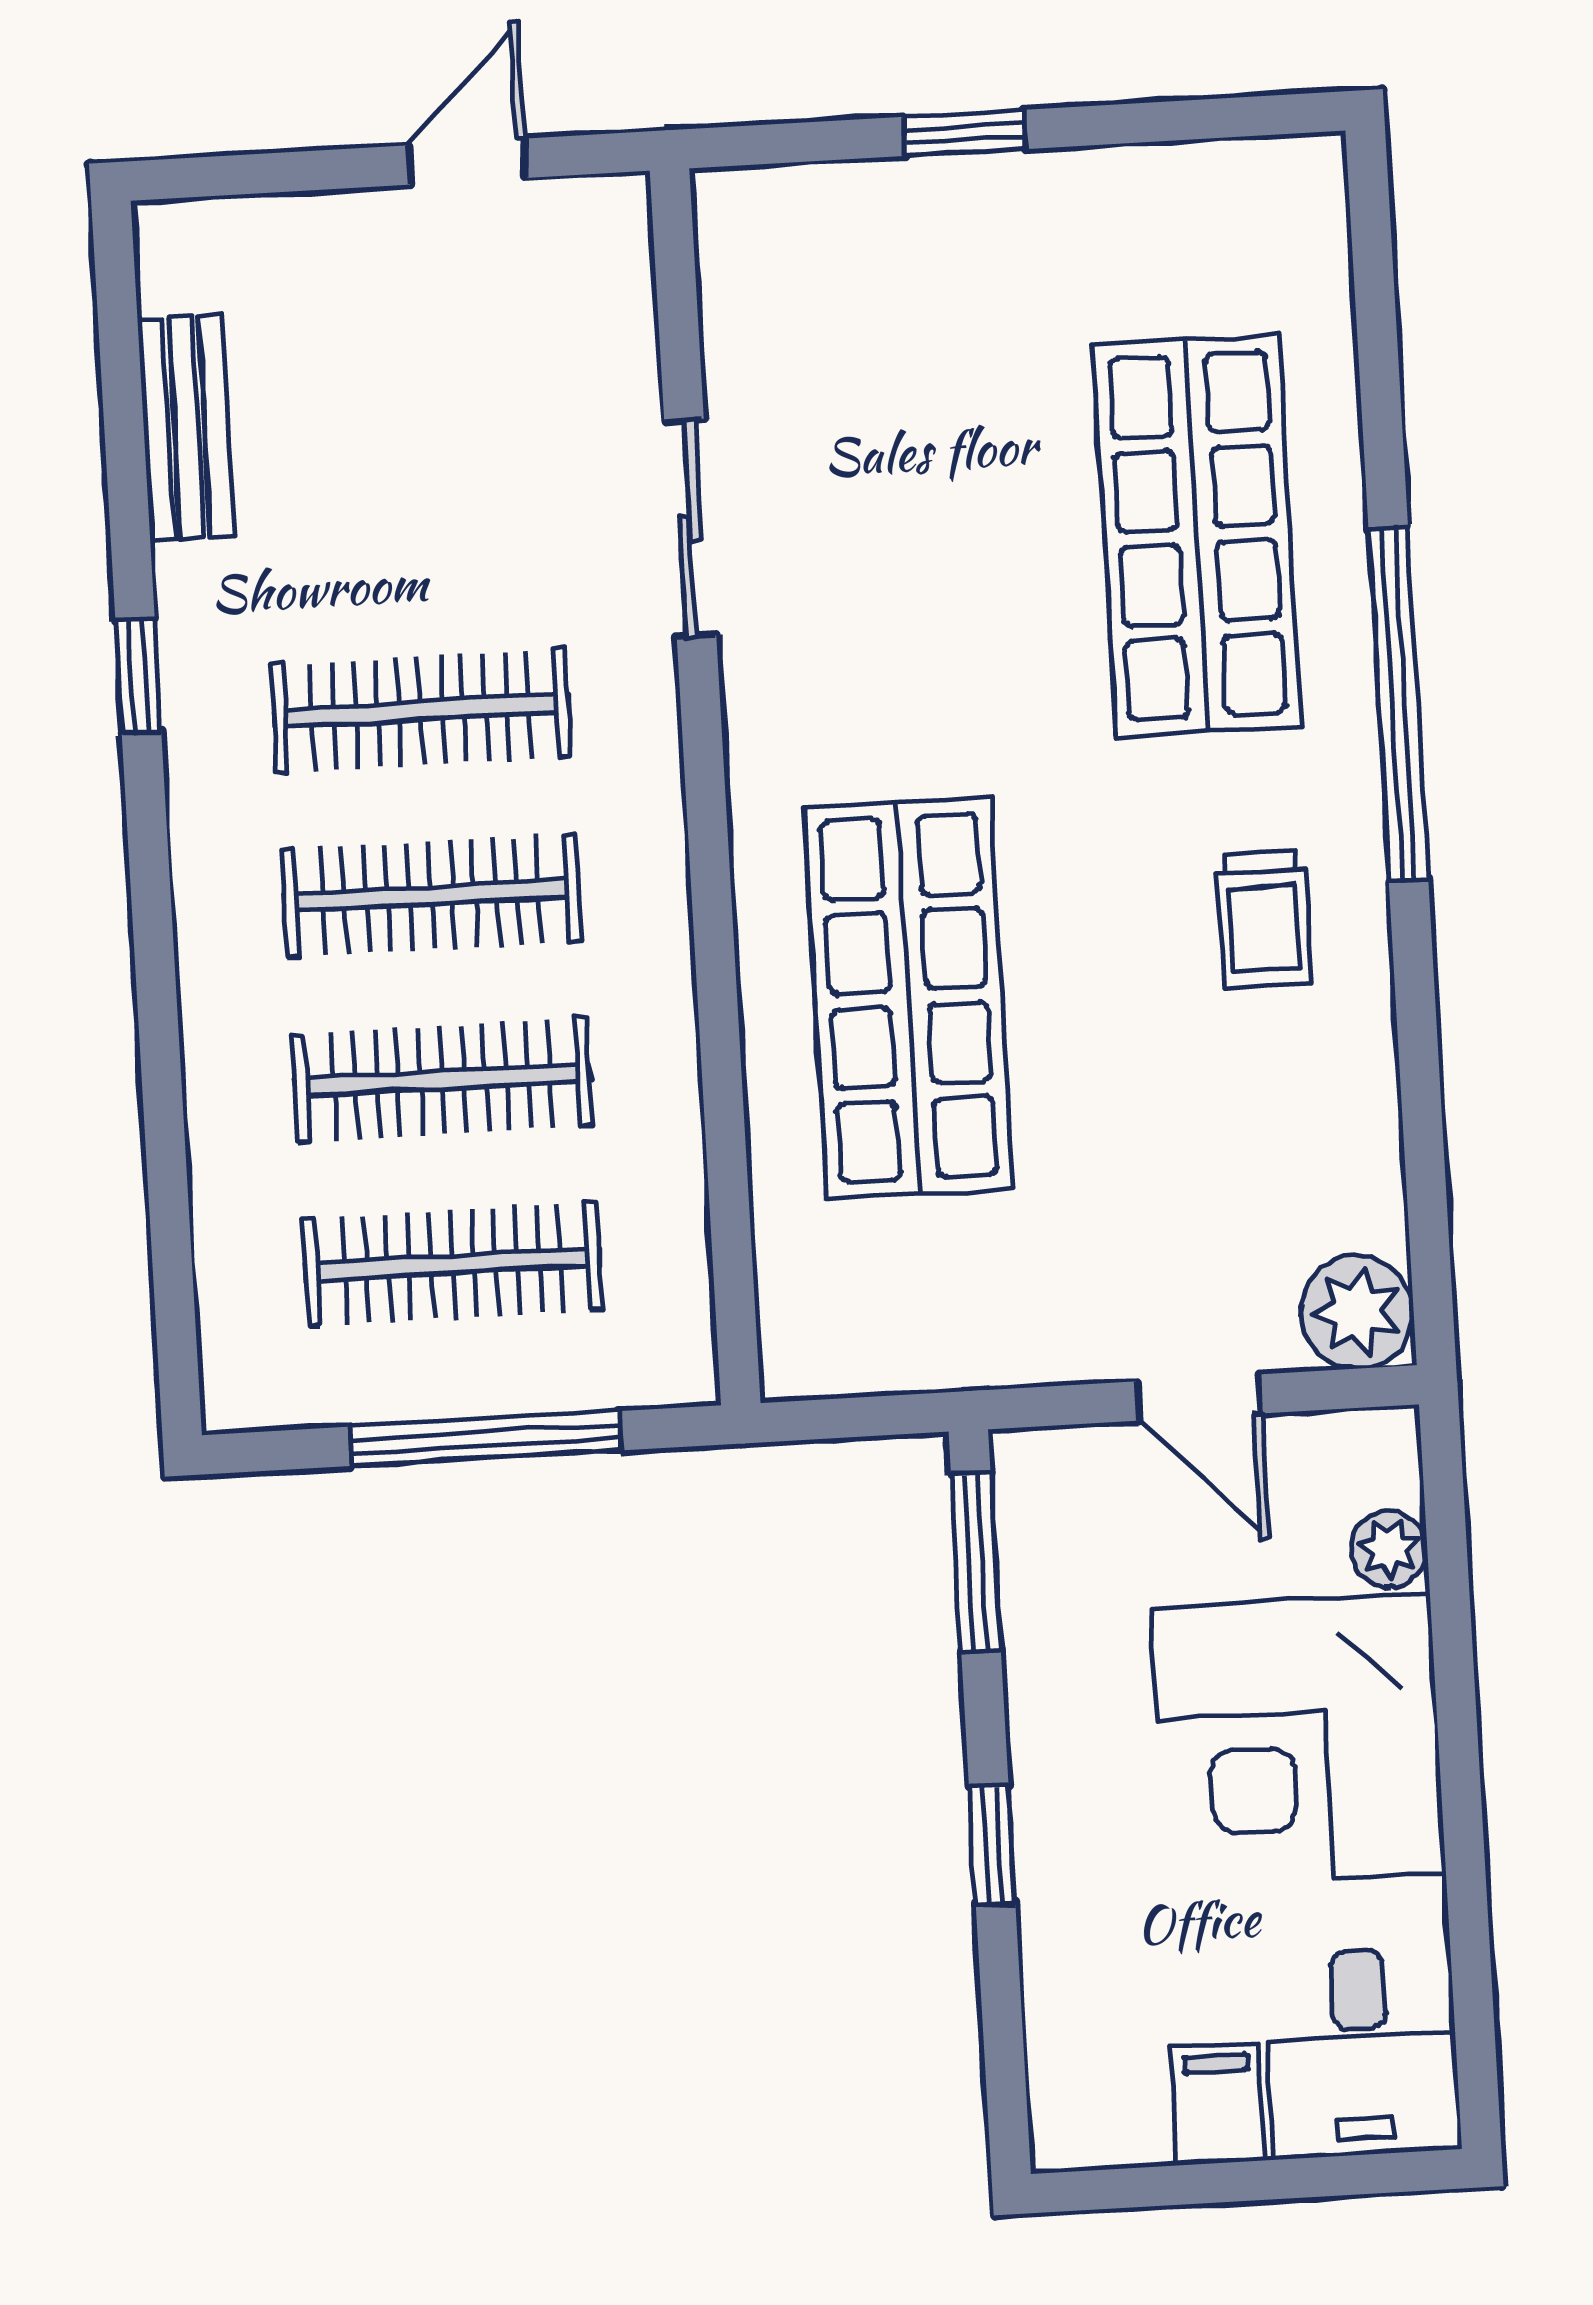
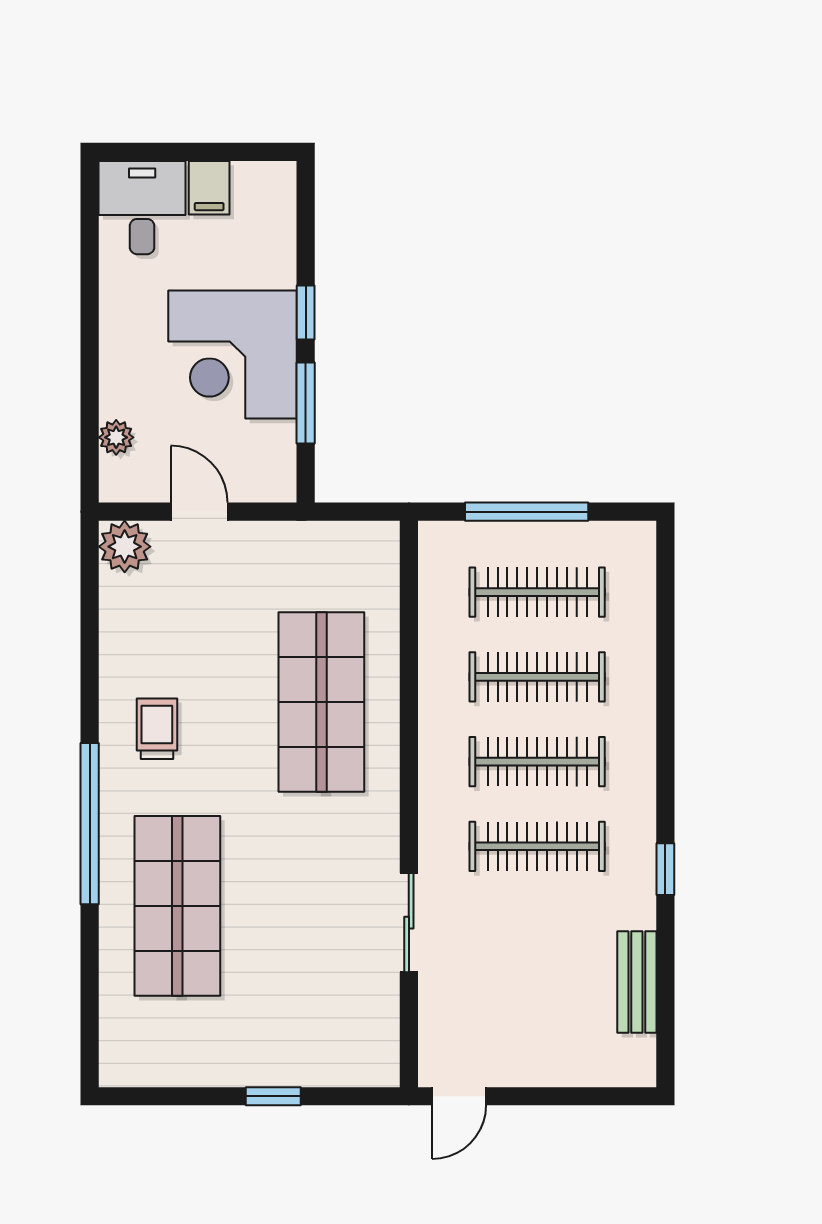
door: (467, 162) -> (459, 1096), moved
window: (976, 1562) -> (306, 403), moved
corner desk: (1298, 1740) -> (232, 354), moved, turned 180

